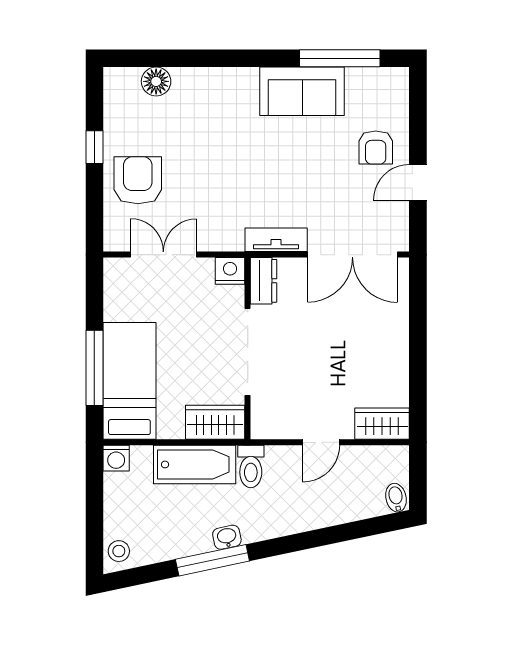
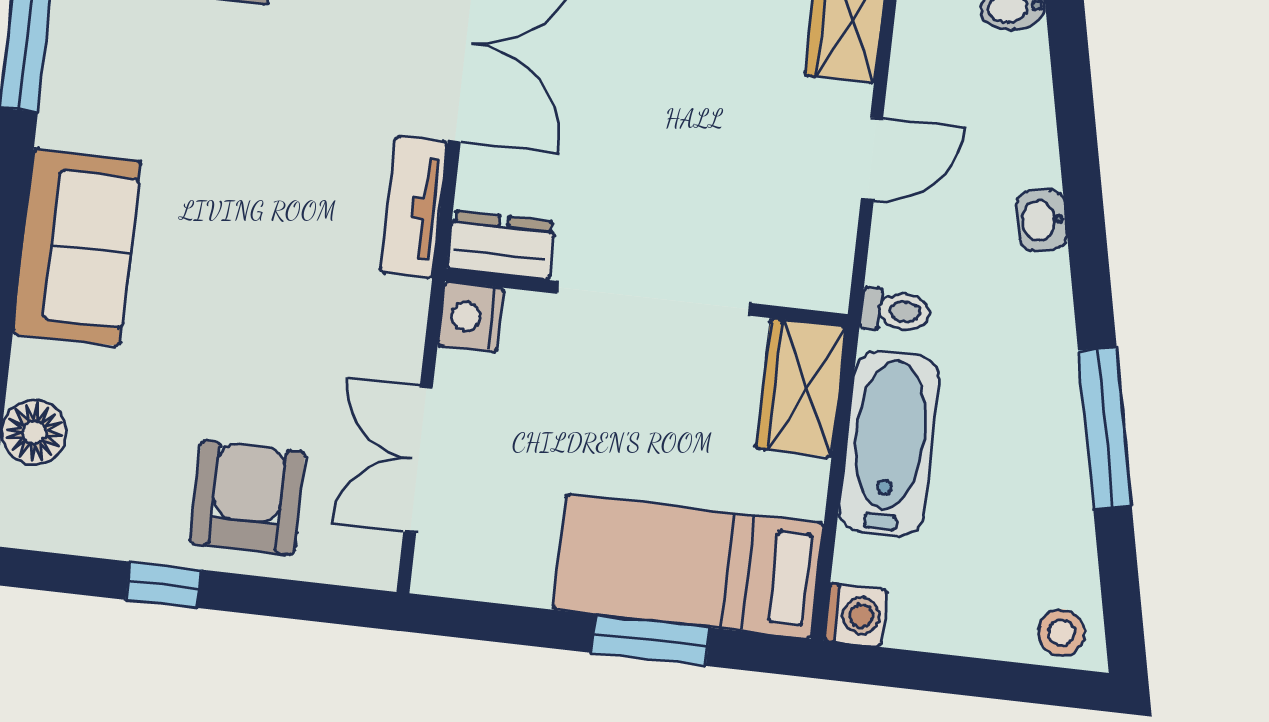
sofa: (302, 91) -> (77, 247), moved
armchair: (138, 180) -> (248, 498), turned 90
window: (94, 368) -> (651, 640), width x0.69
door: (321, 442) -> (872, 159), hinge flipped
toilet: (251, 466) -> (895, 311), width x0.73, depth x0.72
washbasin: (227, 537) -> (1042, 220), moved

